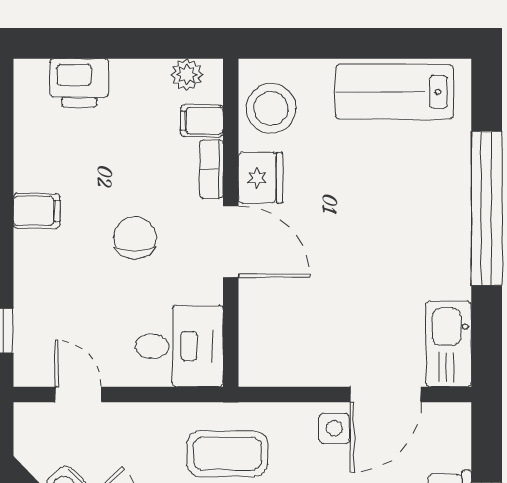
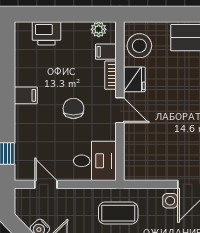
door: (231, 242) -> (120, 110), width x0.73

